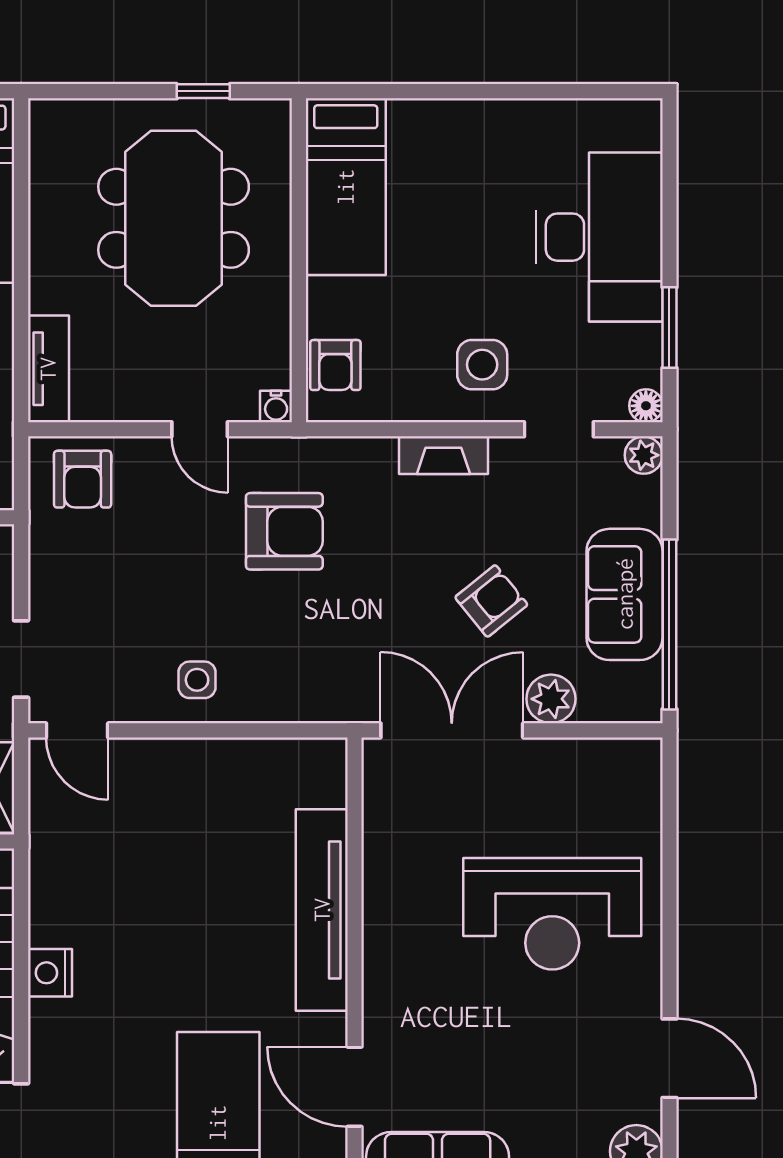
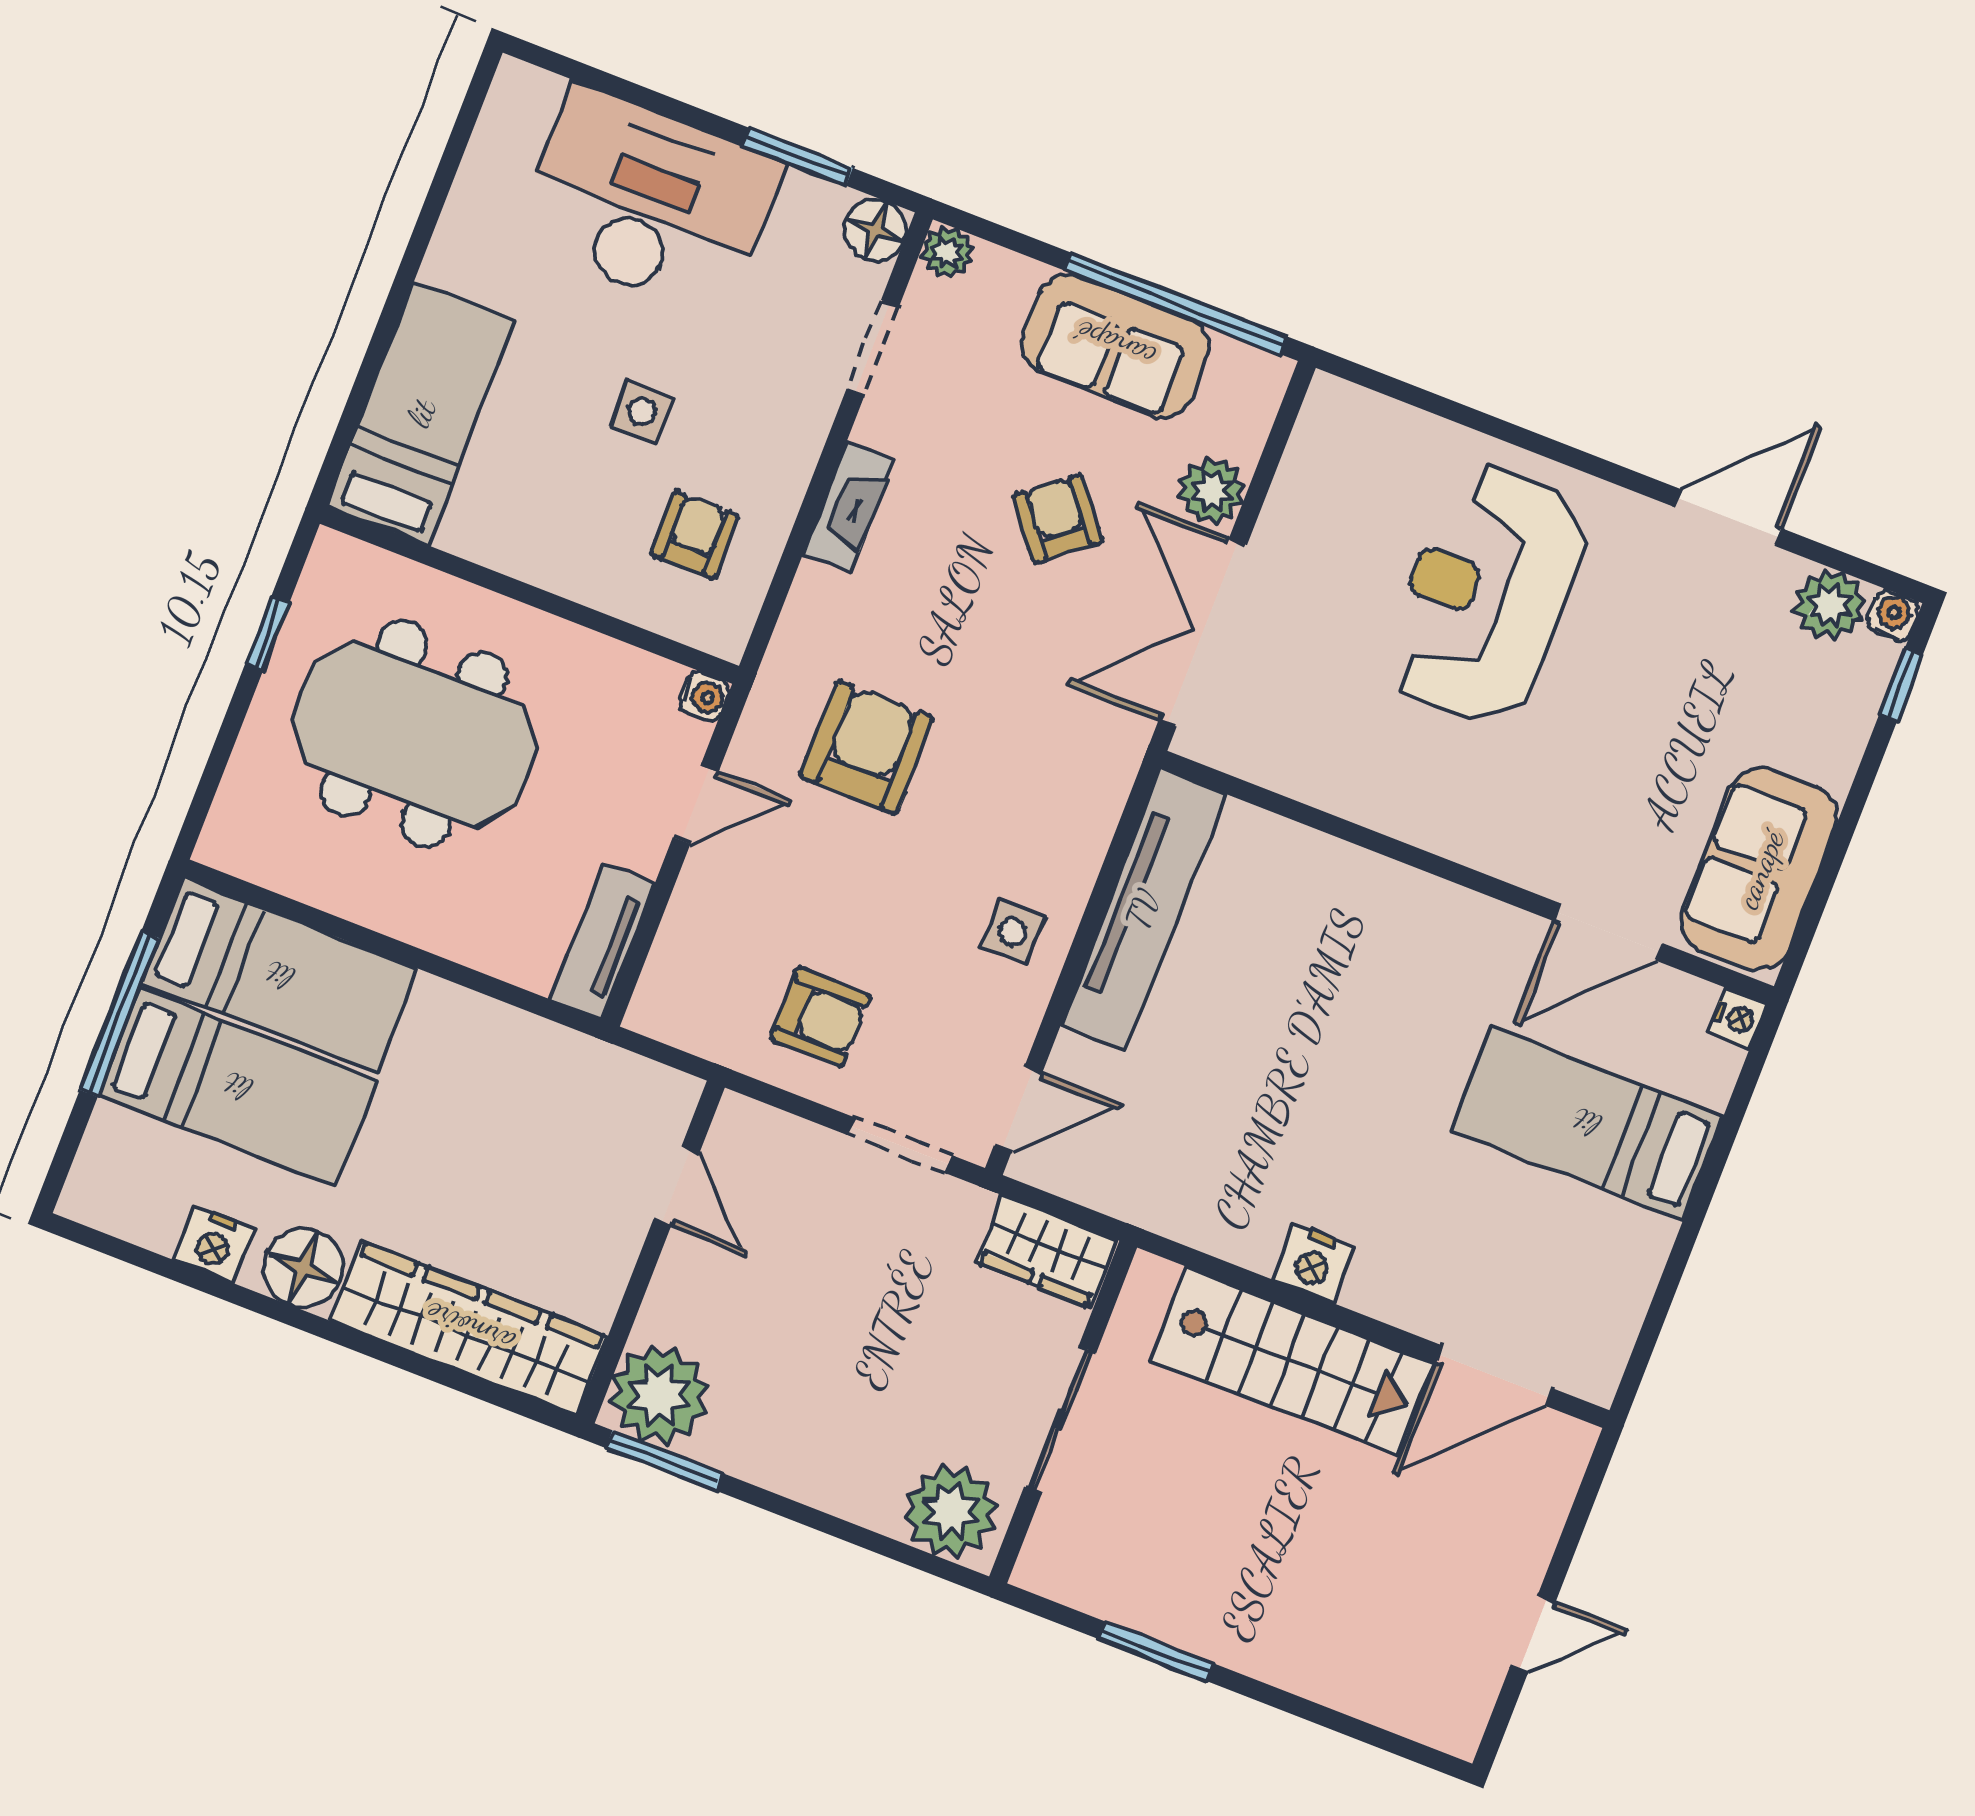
bed: (346, 187) -> (421, 413), moved, turned -90
armchair: (335, 365) -> (695, 535), moved, turned -90
side table: (482, 365) -> (642, 411), moved, width x0.73, depth x0.73
tv unit: (48, 369) -> (602, 941), moved, turned -90
floor lamp: (646, 406) -> (875, 230), width x1.37, depth x1.37
armchair: (83, 479) -> (820, 1017), moved
tv unit: (322, 910) -> (1143, 909), moved, turned -90
reception desk: (552, 914) -> (1486, 595), turned 180

